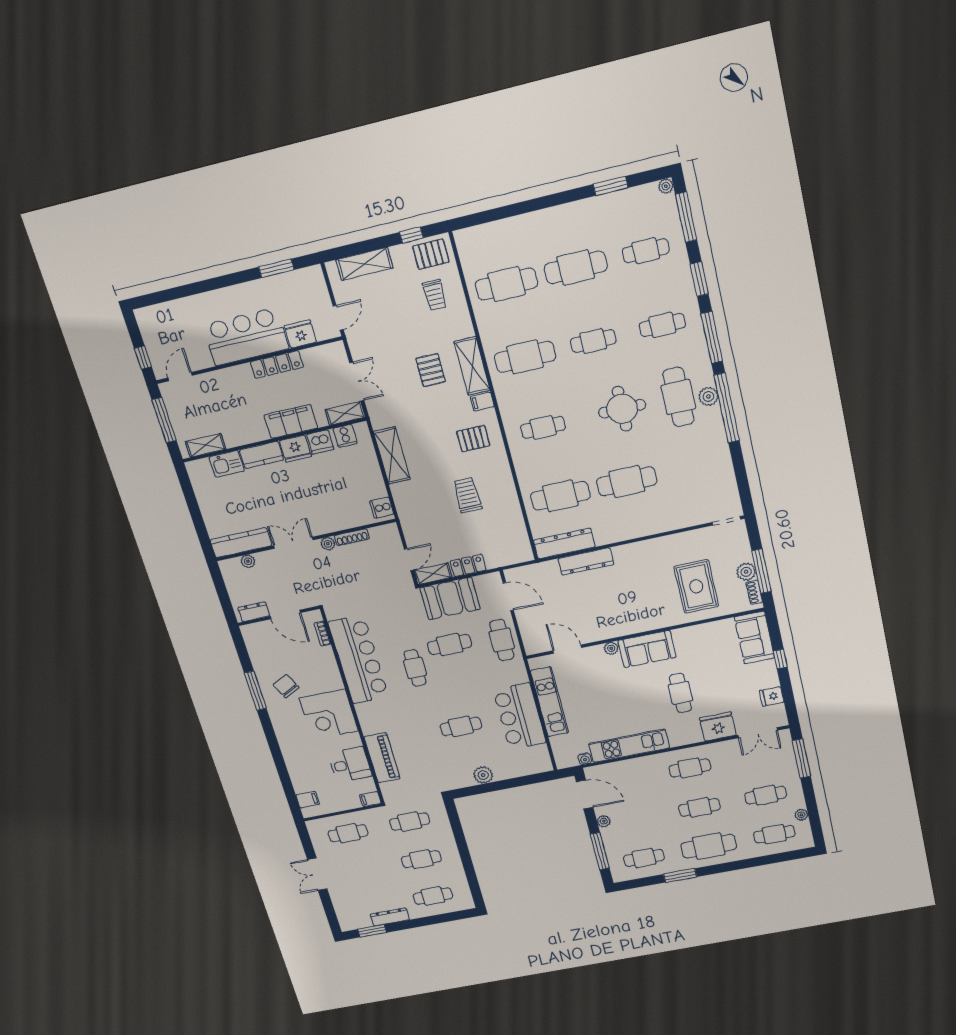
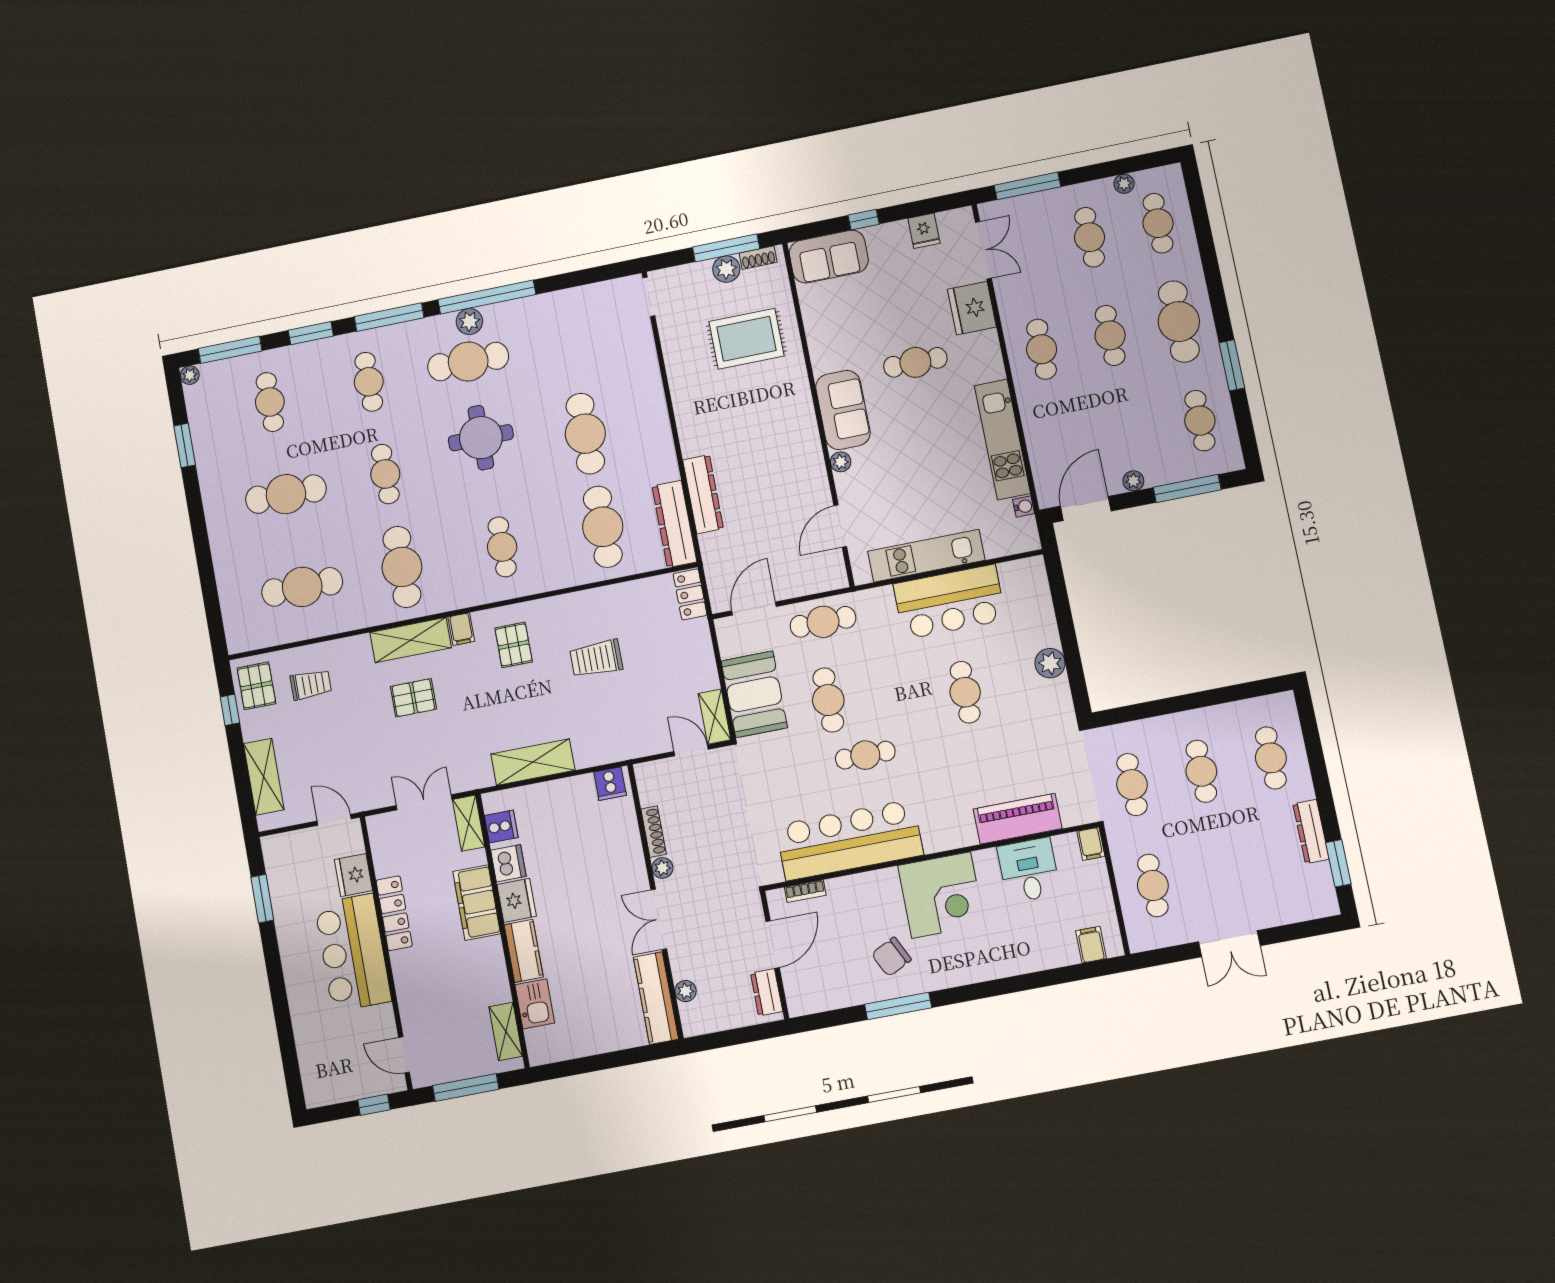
cafe table: (576, 267) -> (286, 494), turned 90
cafe table: (506, 284) -> (302, 587), turned 90
locker: (468, 565) -> (690, 594), moved

